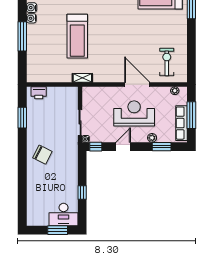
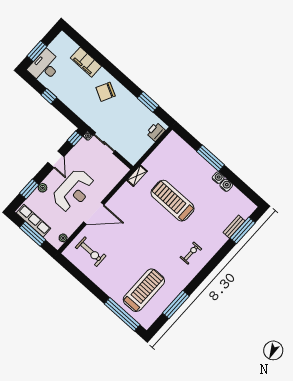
filing cabinet: (34, 188) -> (86, 62), added

